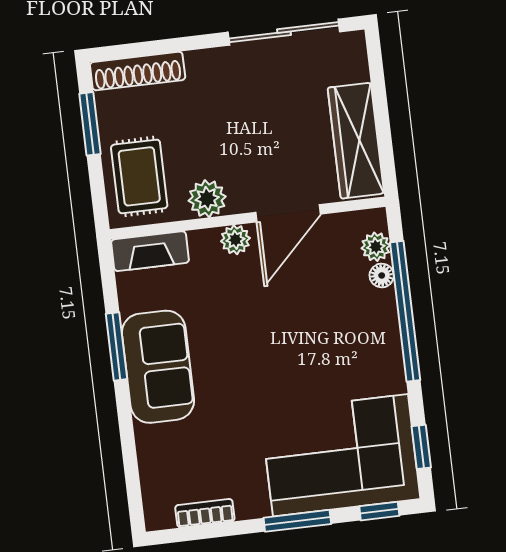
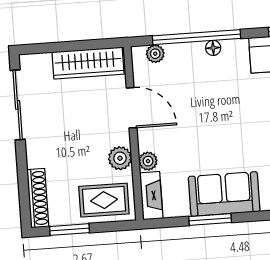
plant: (235, 240) -> (148, 161), moved
floor lamp: (382, 275) -> (213, 48), moved

